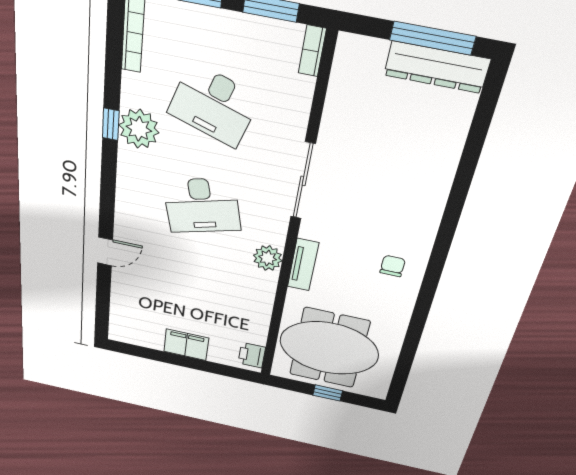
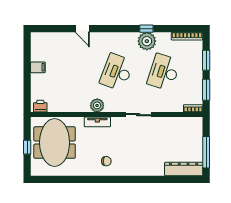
dresser: (437, 67) -> (184, 169), moved, turned 90
sliding door: (303, 181) -> (138, 115), width x0.73
desk: (202, 206) -> (117, 72), turned 36
filing cabinet: (186, 345) -> (38, 67), width x0.50

